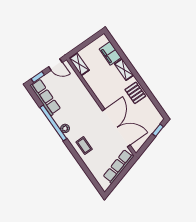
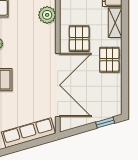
plant: (82, 92) -> (47, 15), added
pallet: (110, 93) -> (79, 39), added

